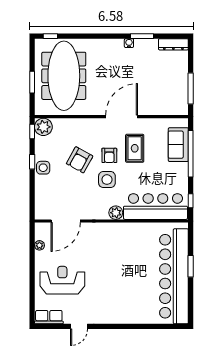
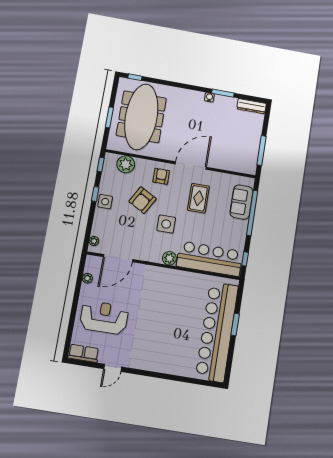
plant: (43, 127) -> (126, 164), moved
armchair: (109, 155) -> (161, 176), moved, turned 180
plant: (39, 208) -> (94, 241), added

